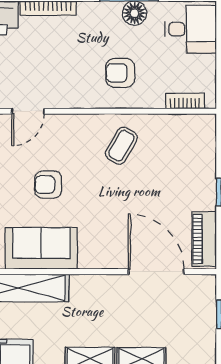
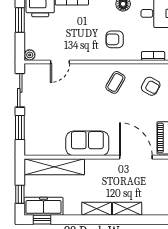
armchair: (48, 185) -> (151, 86), moved, turned -151
sofa: (41, 248) -> (87, 143), moved

